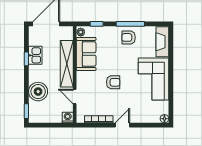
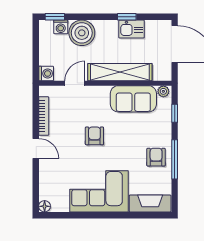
armchair: (113, 82) -> (94, 136), turned 180
washing machine: (34, 107) -> (61, 27), added

